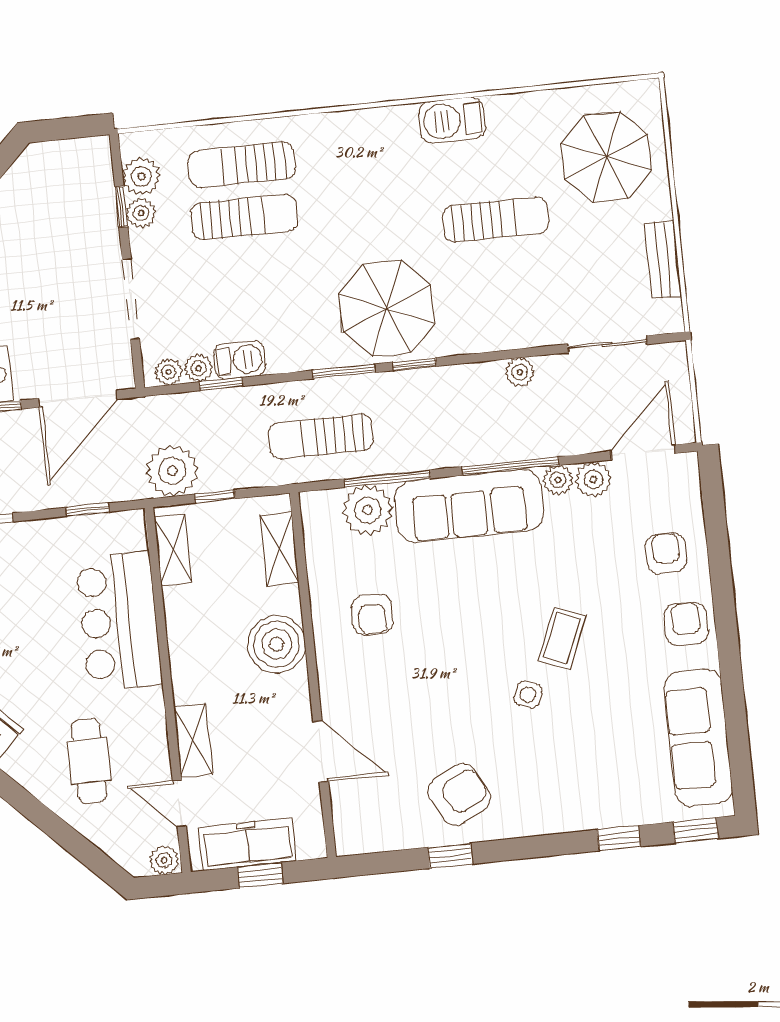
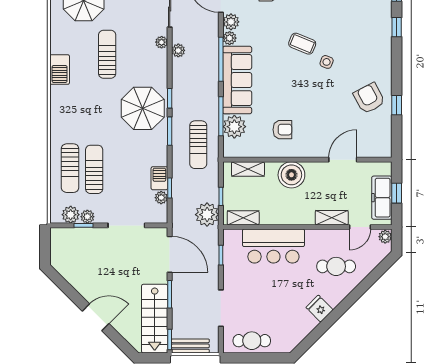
plant: (169, 372) -> (162, 42), moved

